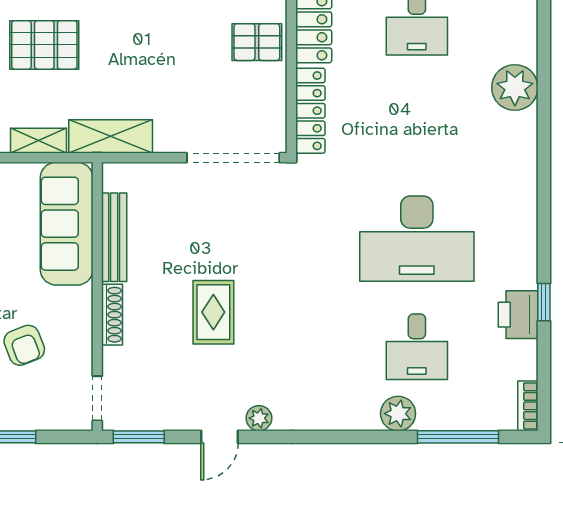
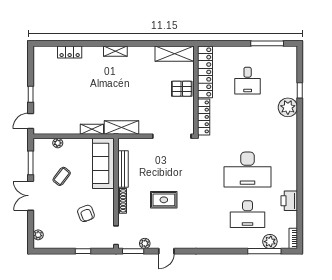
pallet: (44, 45) -> (94, 90), removed
window: (544, 302) -> (300, 90), moved
rug: (213, 312) -> (164, 200), turned 90
desk: (417, 347) -> (248, 214), width x1.37
plant: (398, 414) -> (270, 242), moved
plant: (259, 418) -> (145, 243), moved

